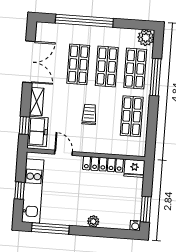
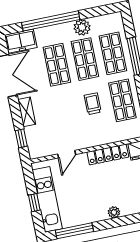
plant: (146, 38) -> (82, 27), moved
trolley: (89, 114) -> (93, 104), moved
freezer: (38, 131) -> (21, 41), moved, turned 90
door: (64, 153) -> (67, 154), swing flipped

